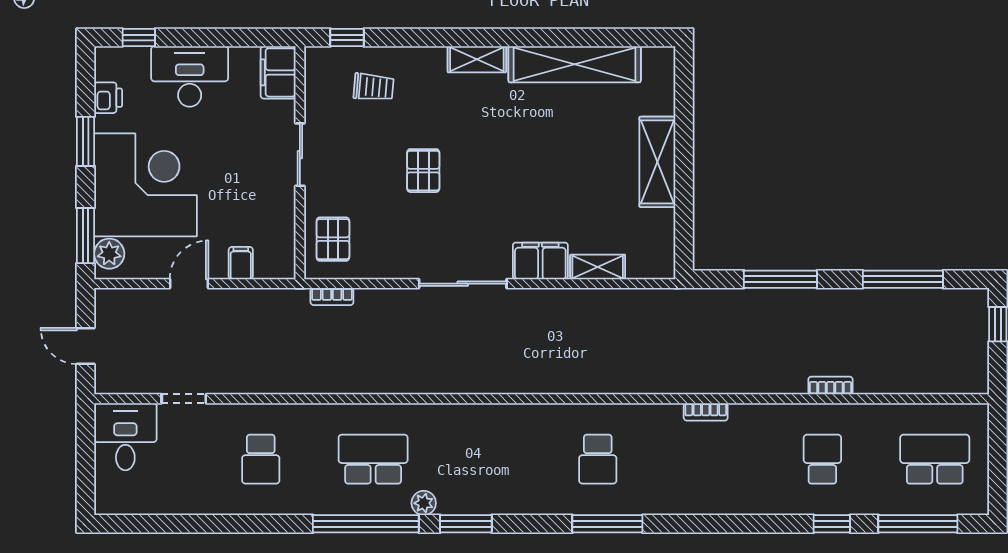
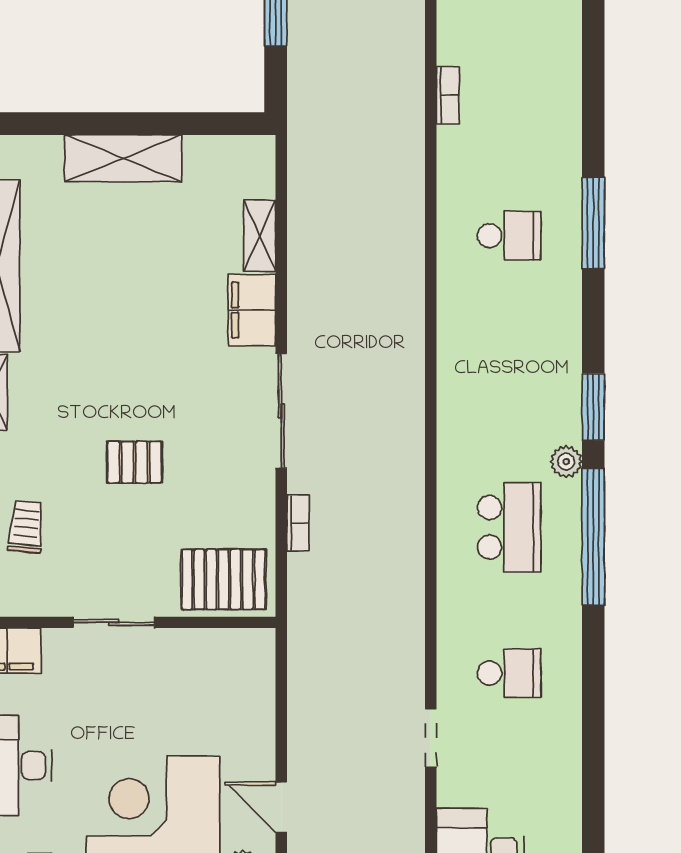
pallet: (333, 239) -> (223, 579), width x1.50, depth x1.42
filing cabinet: (241, 263) -> (255, 699), removed
door: (189, 284) -> (281, 807), moved
bookcase: (332, 297) -> (298, 523), moved
doorway: (184, 399) -> (431, 738), moved
school desk: (373, 459) -> (509, 527), turned 180

